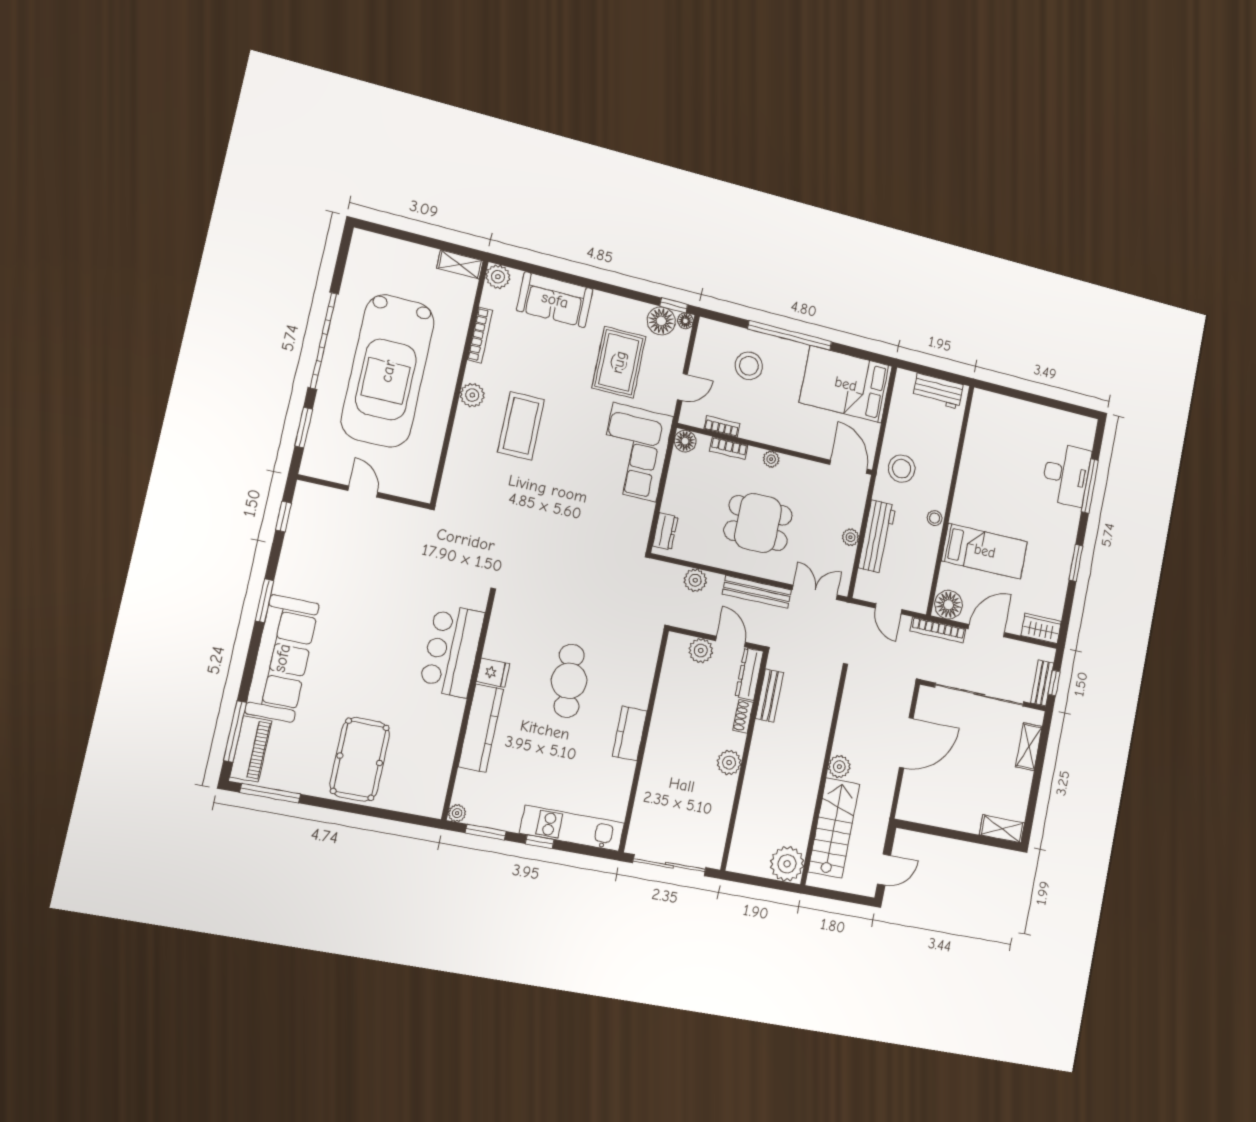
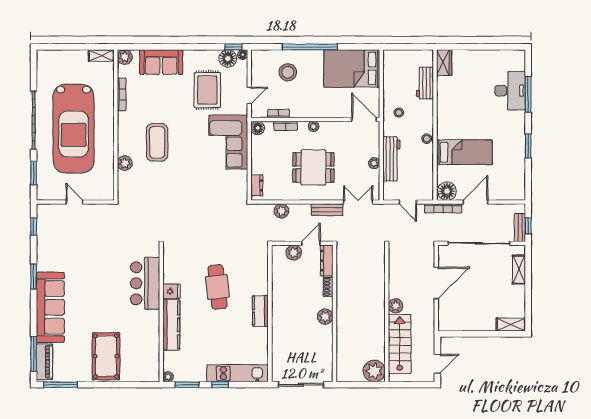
workbench: (938, 391) -> (425, 83), moved, turned 90
plant: (472, 395) -> (125, 163), moved
stool: (902, 469) -> (399, 113), width x0.53, depth x0.53
bench: (757, 592) -> (327, 210), width x0.73
wardrobe: (1041, 628) -> (444, 63), moved, turned 90
door: (731, 641) -> (311, 243), hinge flipped
bench: (770, 696) -> (342, 271), removed

